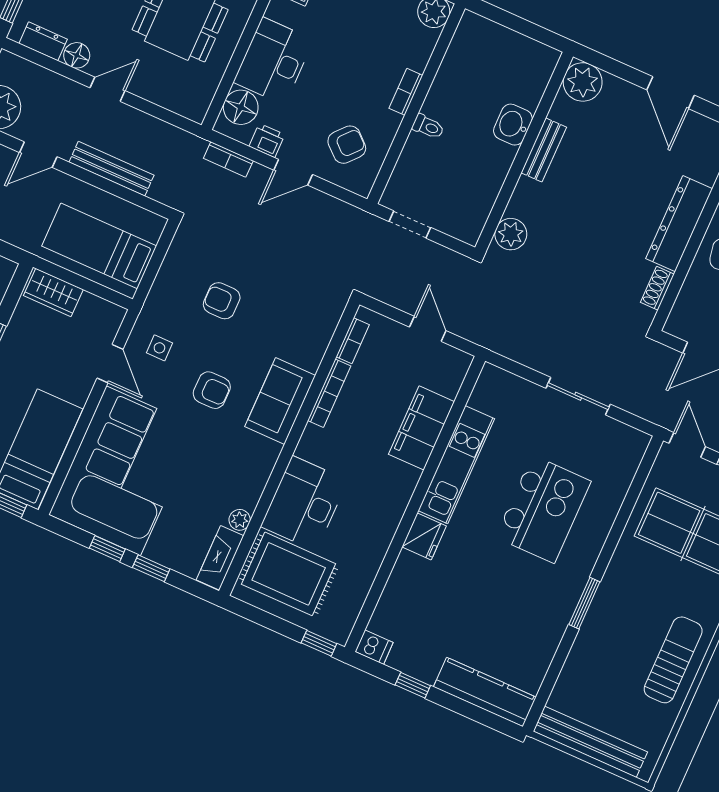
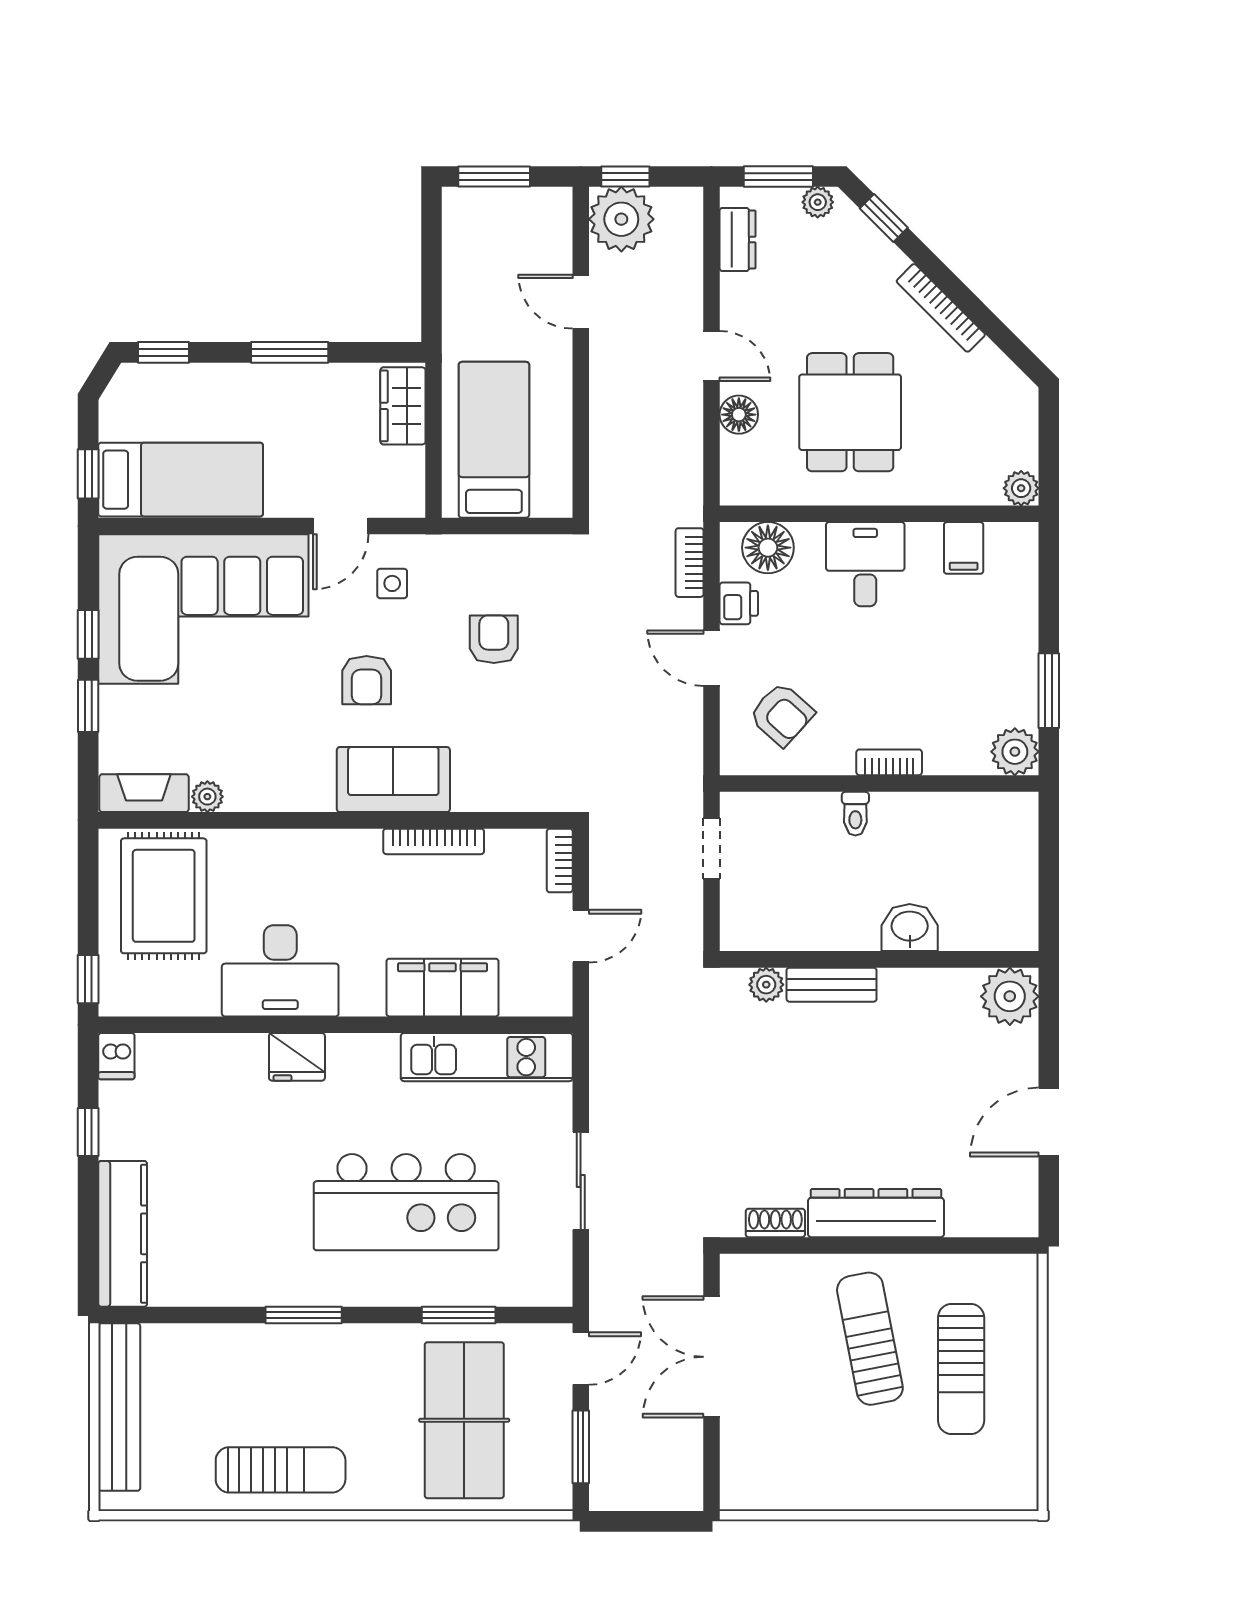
floor lamp: (77, 55) -> (739, 415), moved
desk: (274, 61) -> (865, 564), width x0.73
bench: (544, 150) -> (832, 985), moved
bench: (112, 169) -> (606, 410), removed
plant: (511, 234) -> (766, 985), width x0.73, depth x0.73
bookcase: (353, 341) -> (560, 860), moved, turned 90
kitchen unit: (456, 465) -> (487, 1057), moved
desk: (304, 503) -> (280, 971), moved, turned 180
window: (627, 508) -> (459, 1315), added
kitchen island: (543, 509) -> (406, 1202), width x1.37

